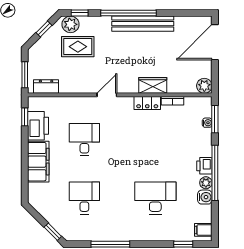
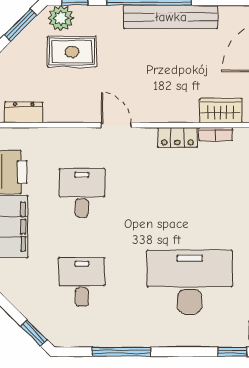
window: (44, 29) -> (21, 25), width x1.50
wardrobe: (153, 85) -> (221, 111), moved
door: (107, 95) -> (116, 125), hinge flipped
desk: (155, 198) -> (190, 282), width x1.36, depth x1.30

